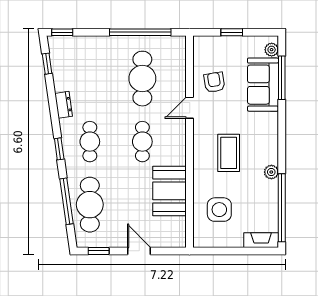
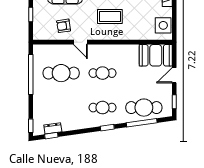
dresser: (64, 105) -> (53, 128), moved
booth: (169, 191) -> (156, 55), moved
side table: (219, 210) -> (163, 25), moved

